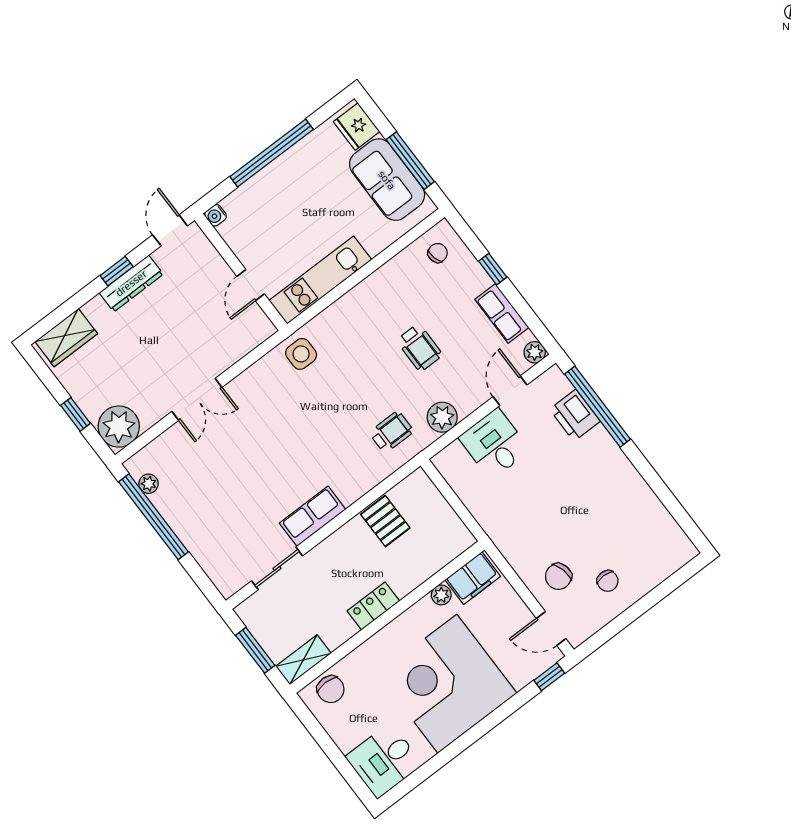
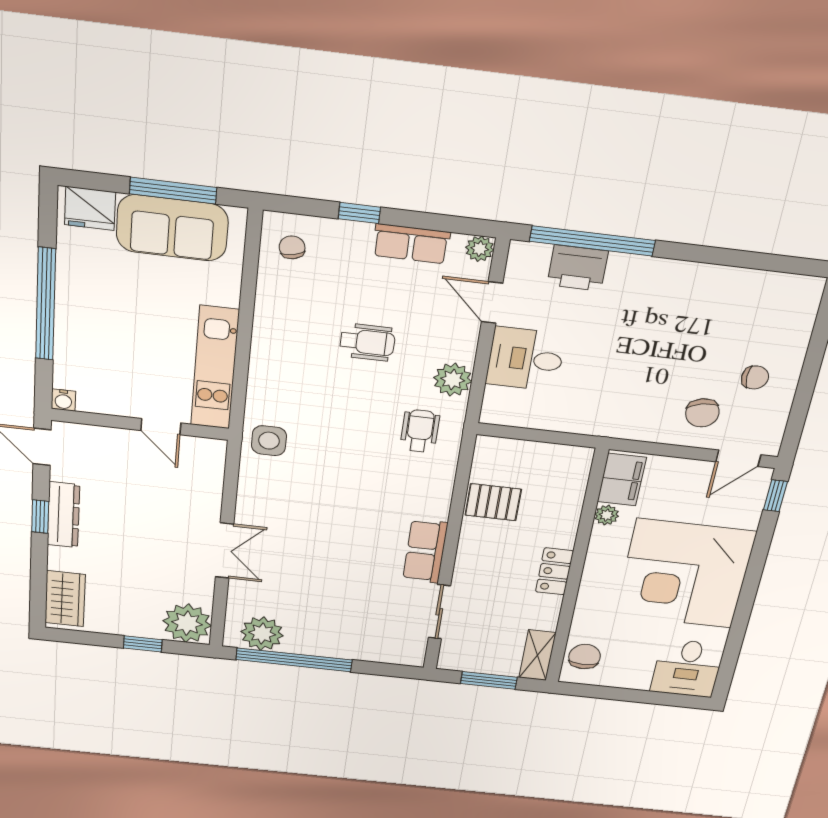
plant: (149, 484) -> (262, 634), width x1.88, depth x1.88
chair: (331, 689) -> (585, 657), turned -90

